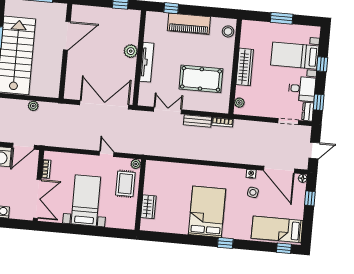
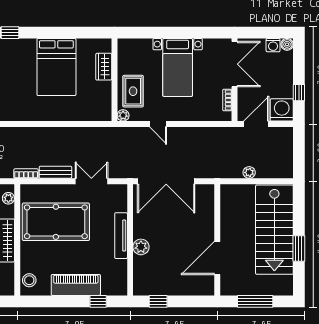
pool table: (201, 79) -> (56, 222), width x1.36, depth x1.32
double door: (168, 111) -> (91, 181), swing flipped
double door: (37, 199) -> (234, 64), swing flipped
bed: (207, 212) -> (56, 67), moved

